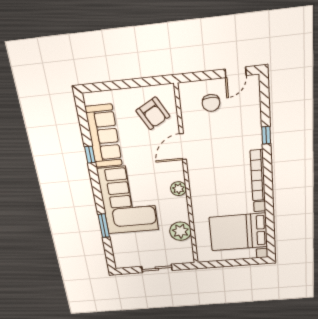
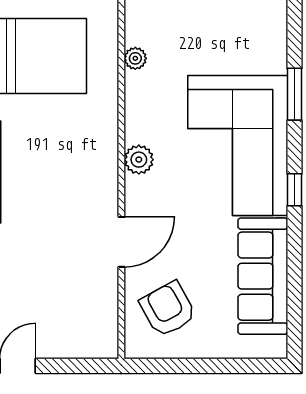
chair: (211, 103) -> (64, 317), removed
window: (90, 155) -> (295, 190), moved
plant: (180, 231) -> (135, 58), width x0.53, depth x0.53

